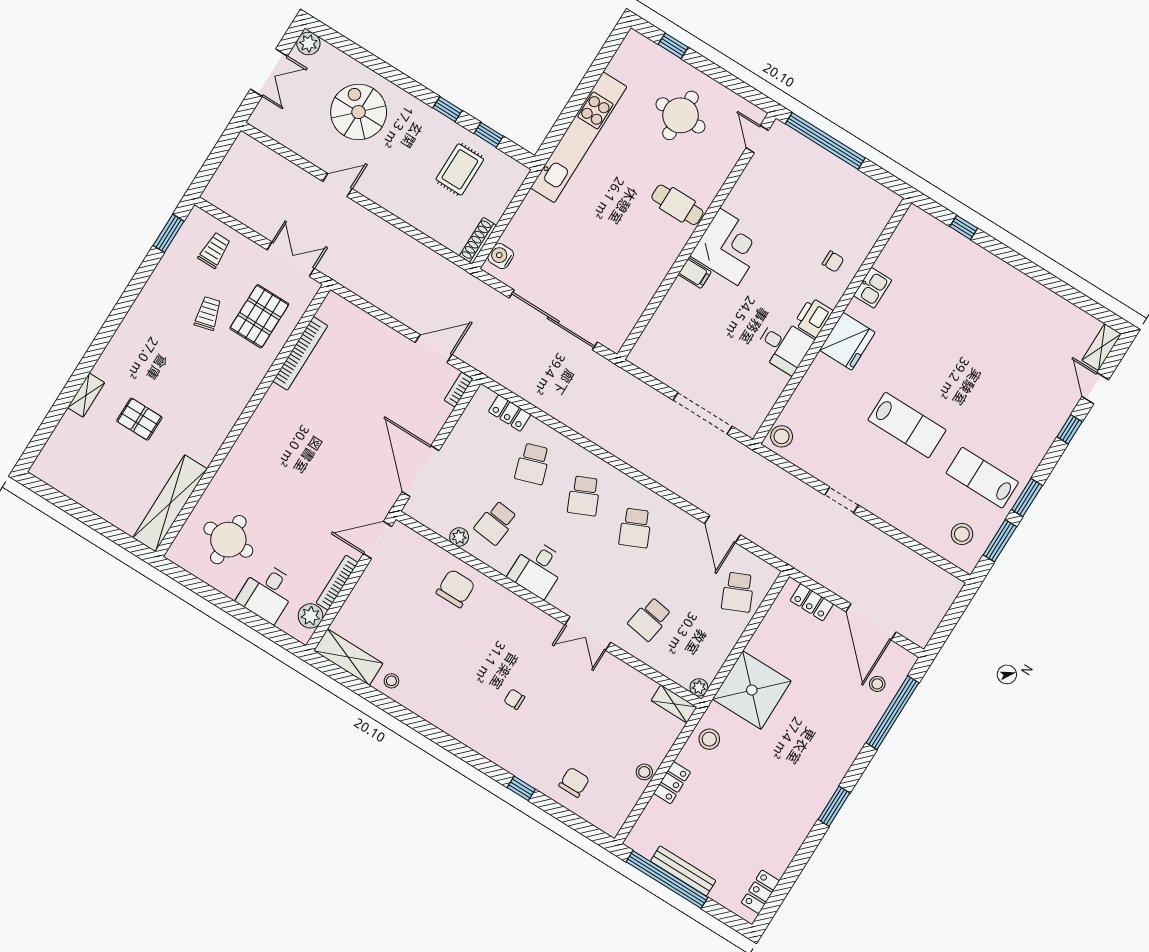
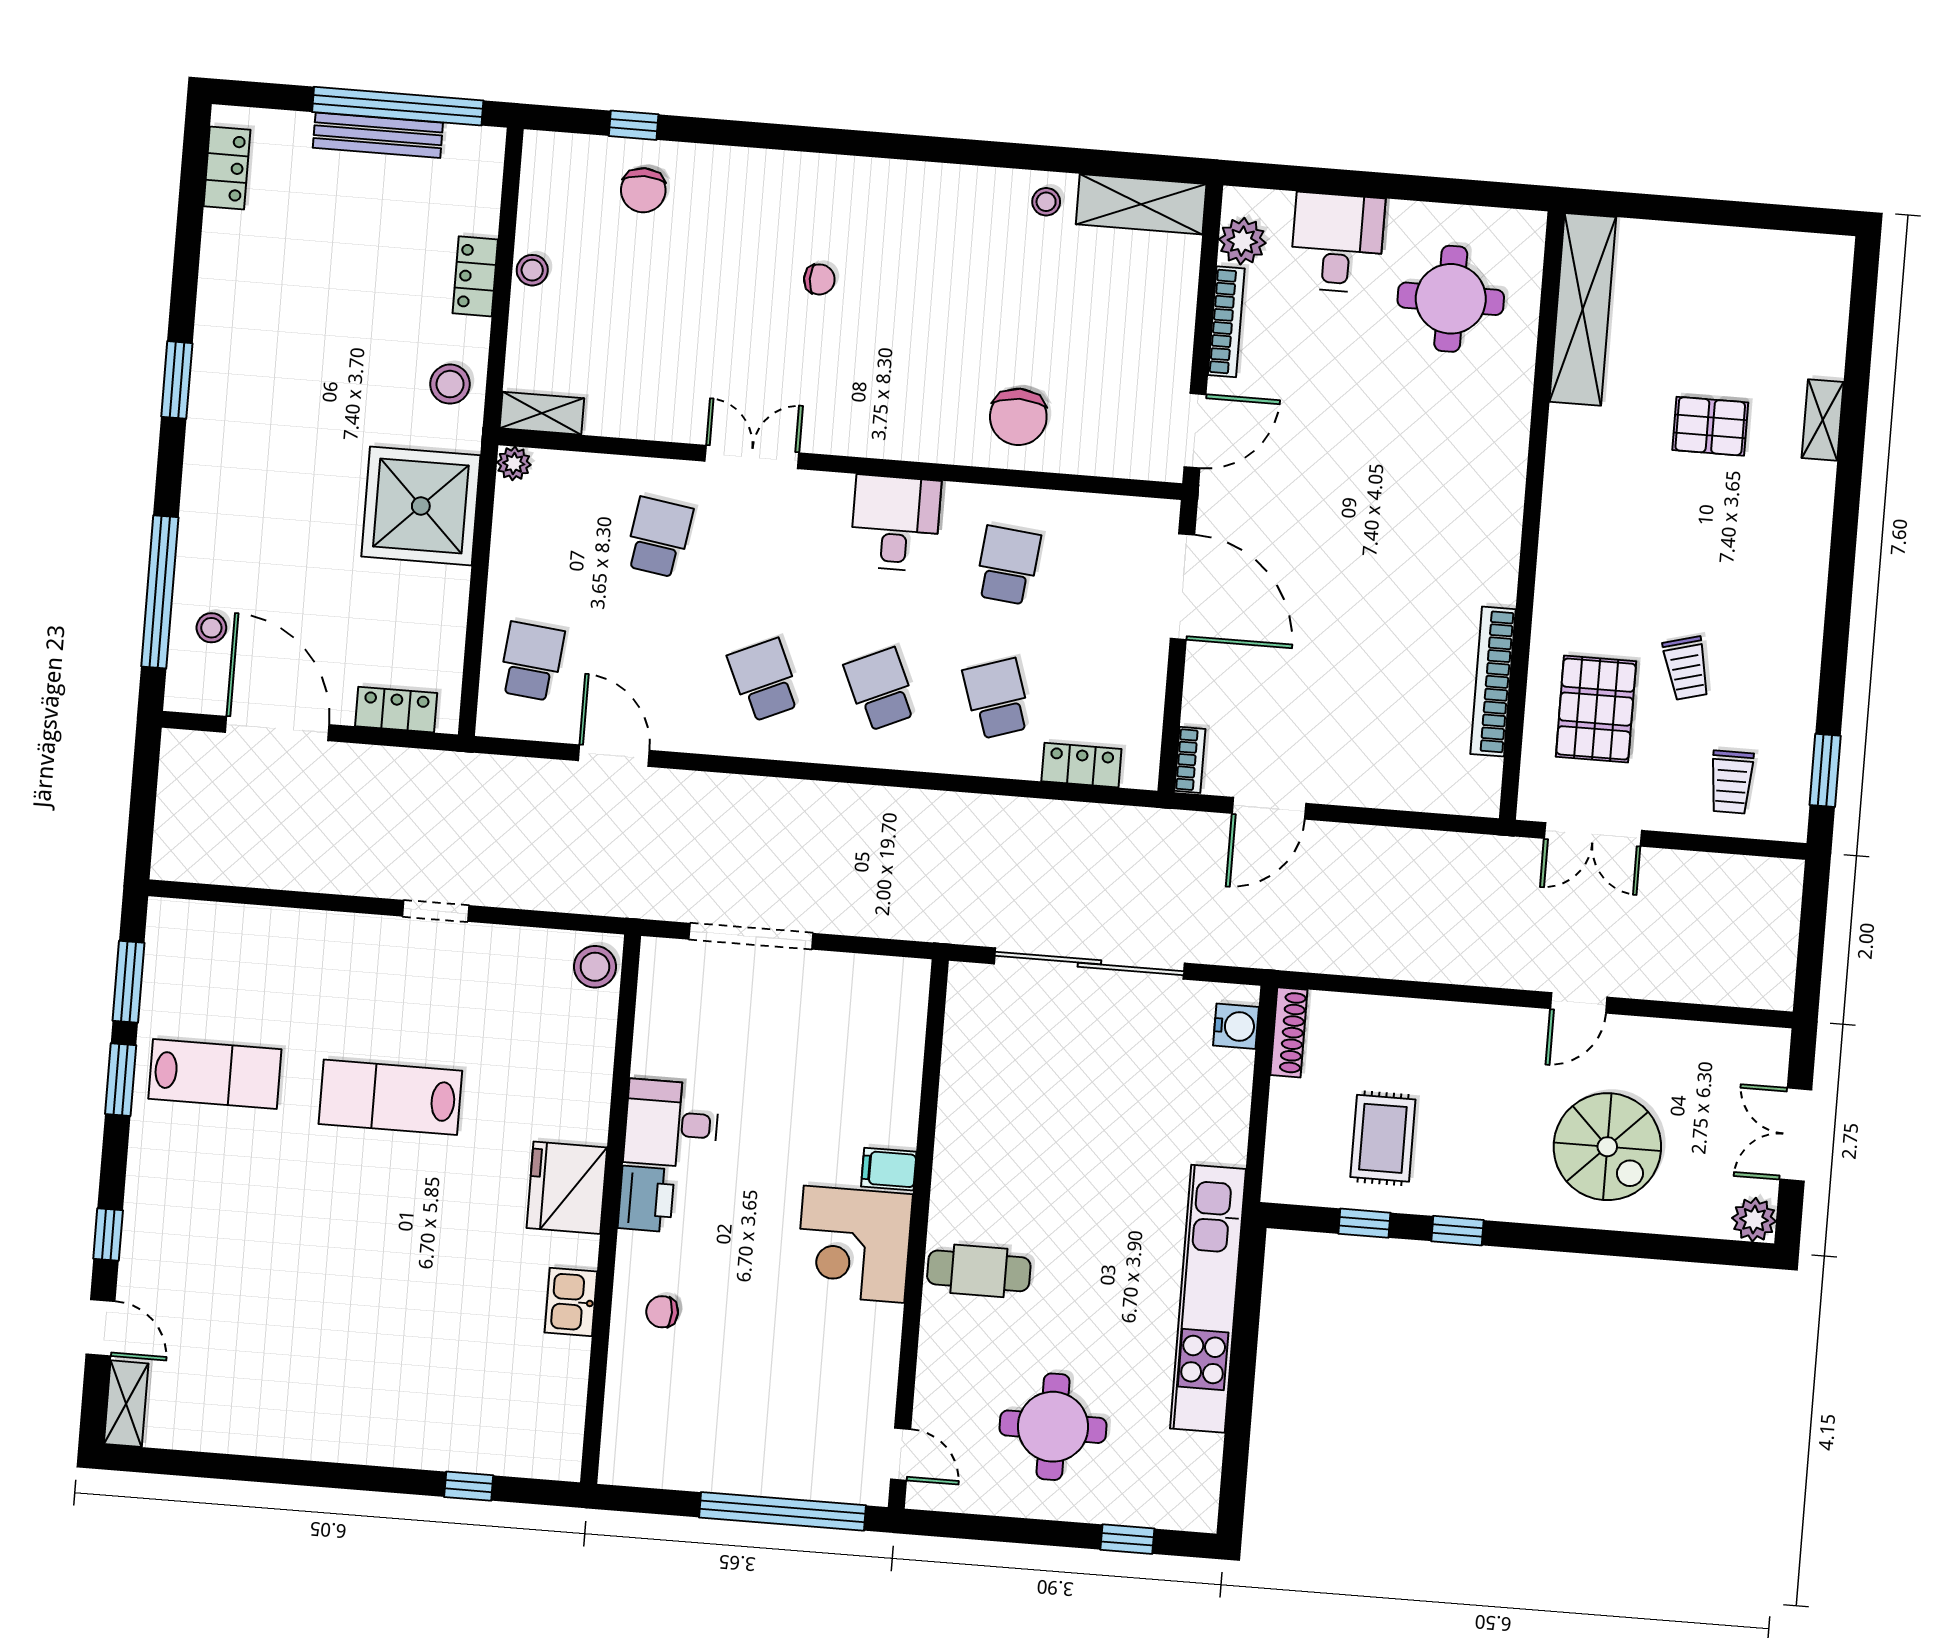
stool: (962, 534) -> (199, 960), removed
plant: (459, 537) -> (1058, 508), removed
school desk: (738, 592) -> (532, 661), turned 30
window: (521, 788) -> (634, 125), moved

